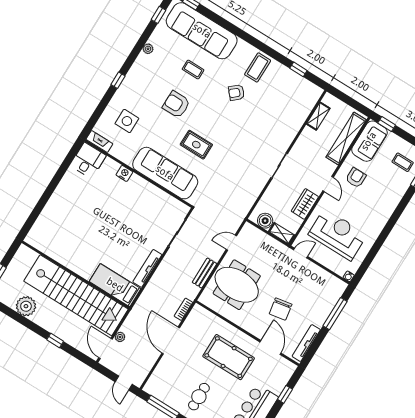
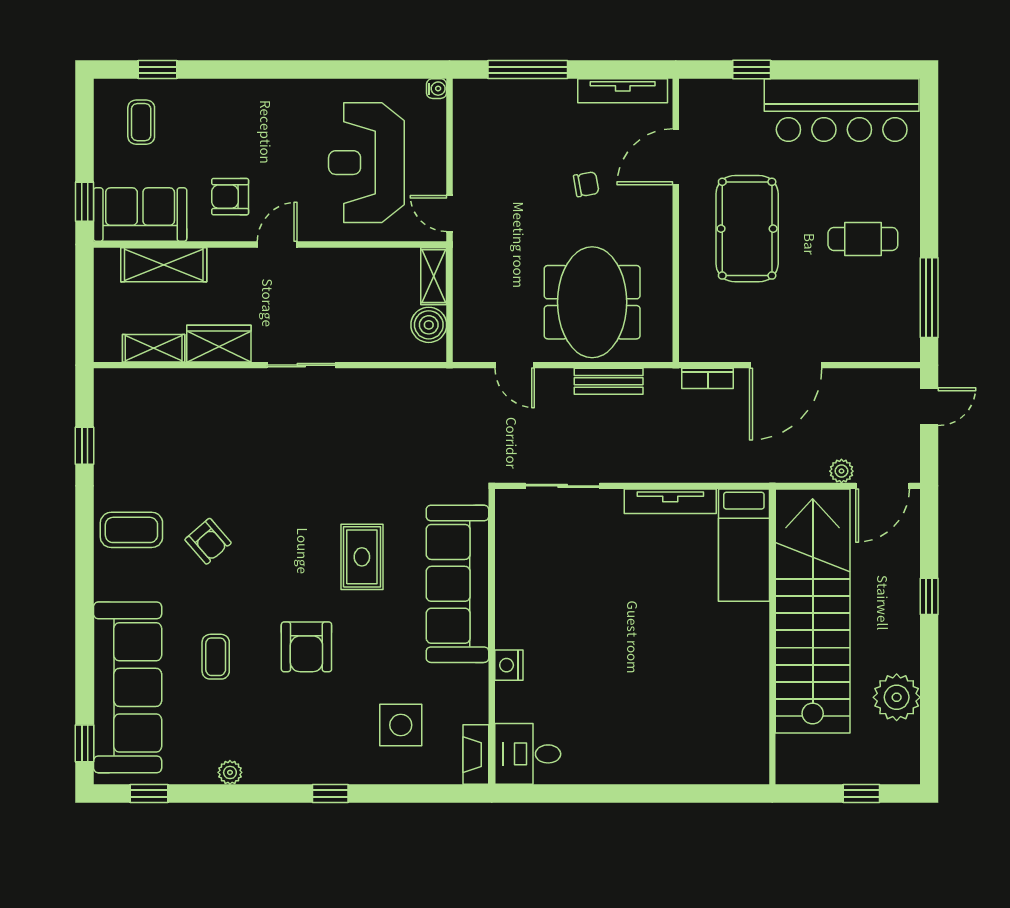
shelving: (346, 138) -> (164, 265), width x0.68
wardrobe: (305, 204) -> (219, 344), moved, turned 180
chair: (281, 309) -> (586, 184), width x0.54, depth x0.54

